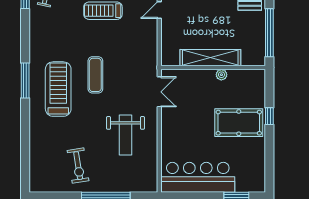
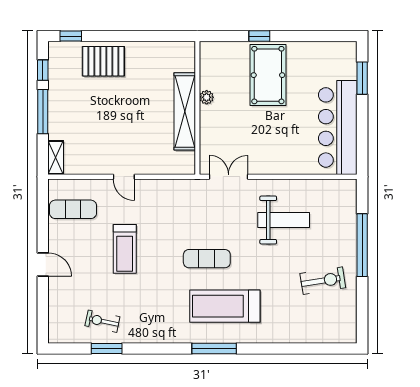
window: (269, 33) -> (153, 36), removed

